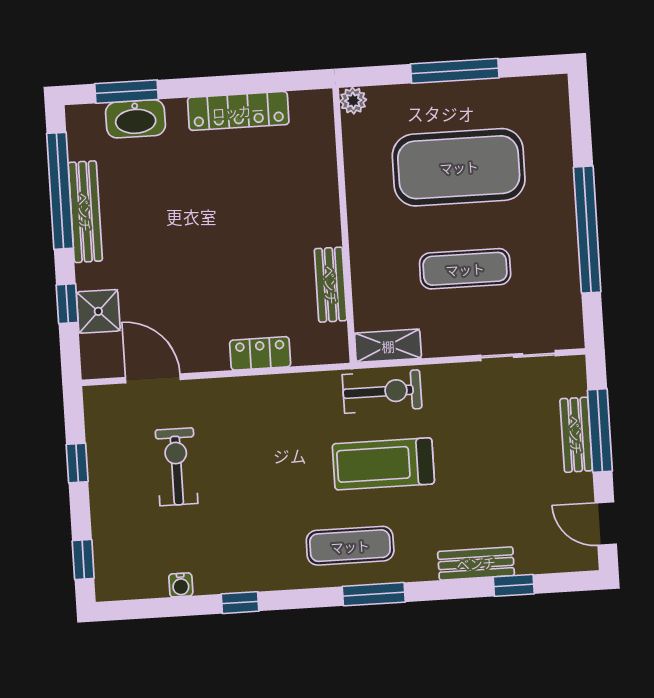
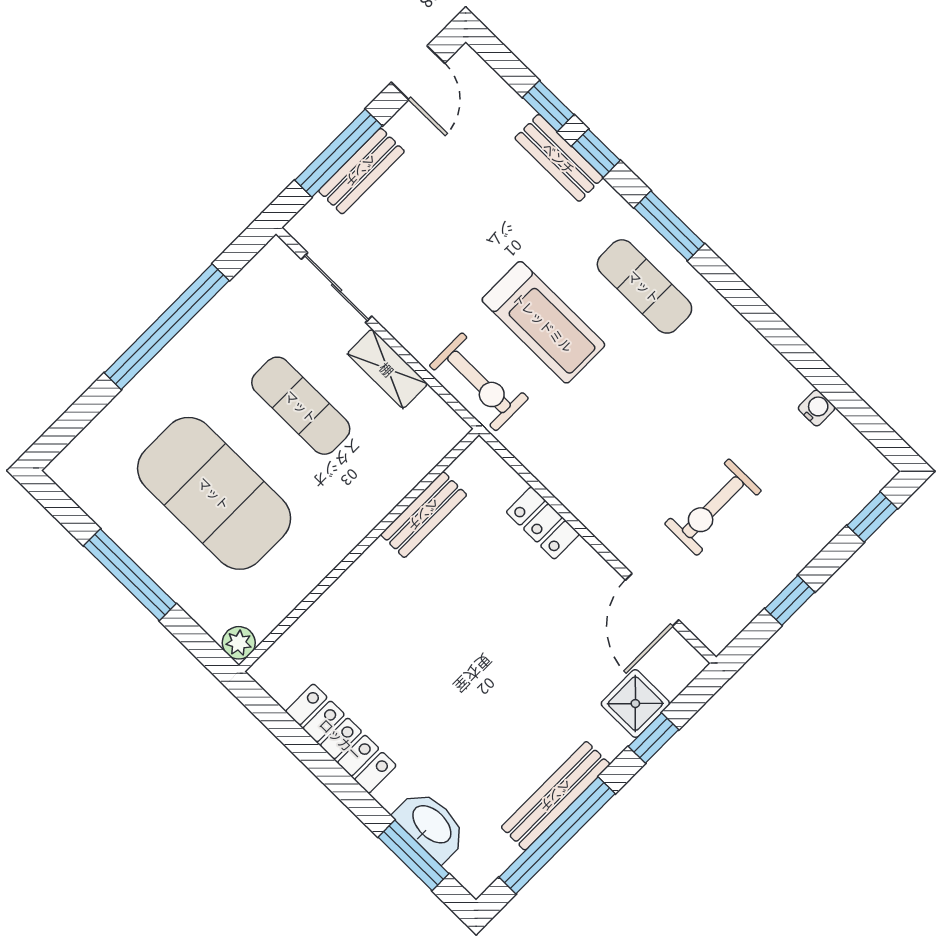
shelving: (388, 346) -> (387, 369), moved
exercise bike: (382, 391) -> (479, 382), turned 180
window: (240, 603) -> (596, 153), moved

